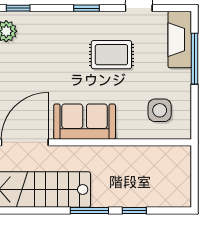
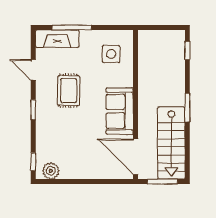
window: (134, 211) -> (187, 50), moved

